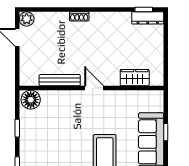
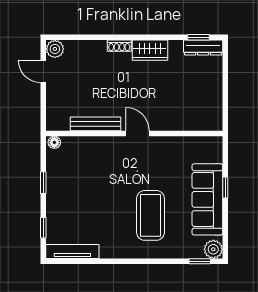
wardrobe: (135, 78) -> (150, 50), moved, turned 180
floor lamp: (31, 100) -> (54, 142), width x0.53, depth x0.53

